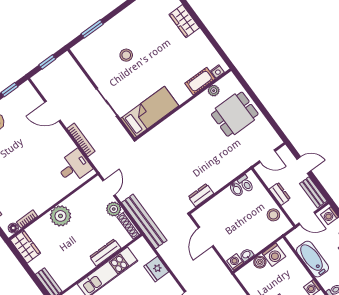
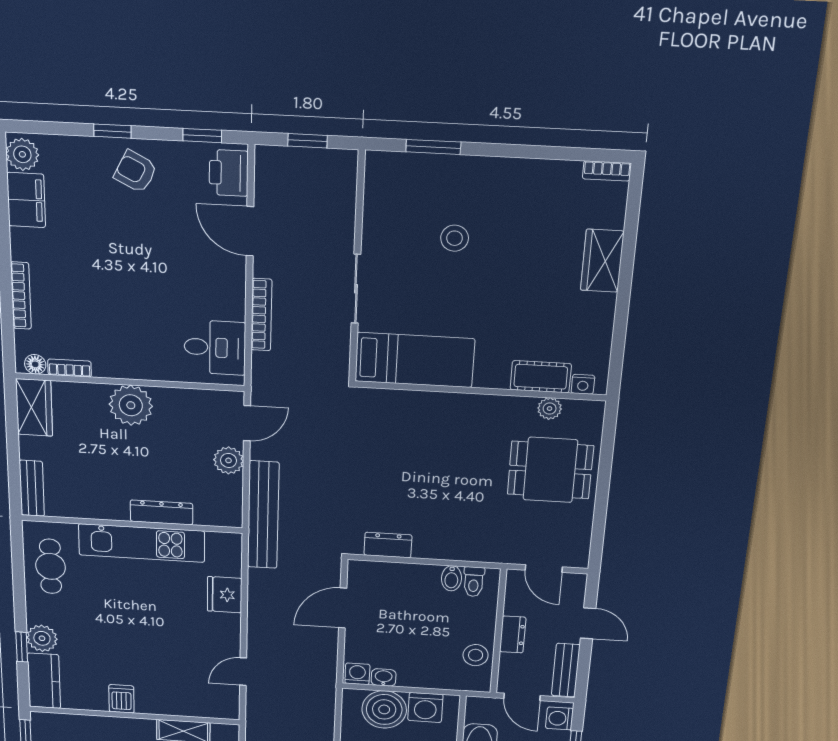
printer: (29, 96) -> (229, 173), added
shoe rack: (129, 225) -> (233, 502), removed
boiler: (260, 262) -> (384, 709), width x1.86, depth x1.86

